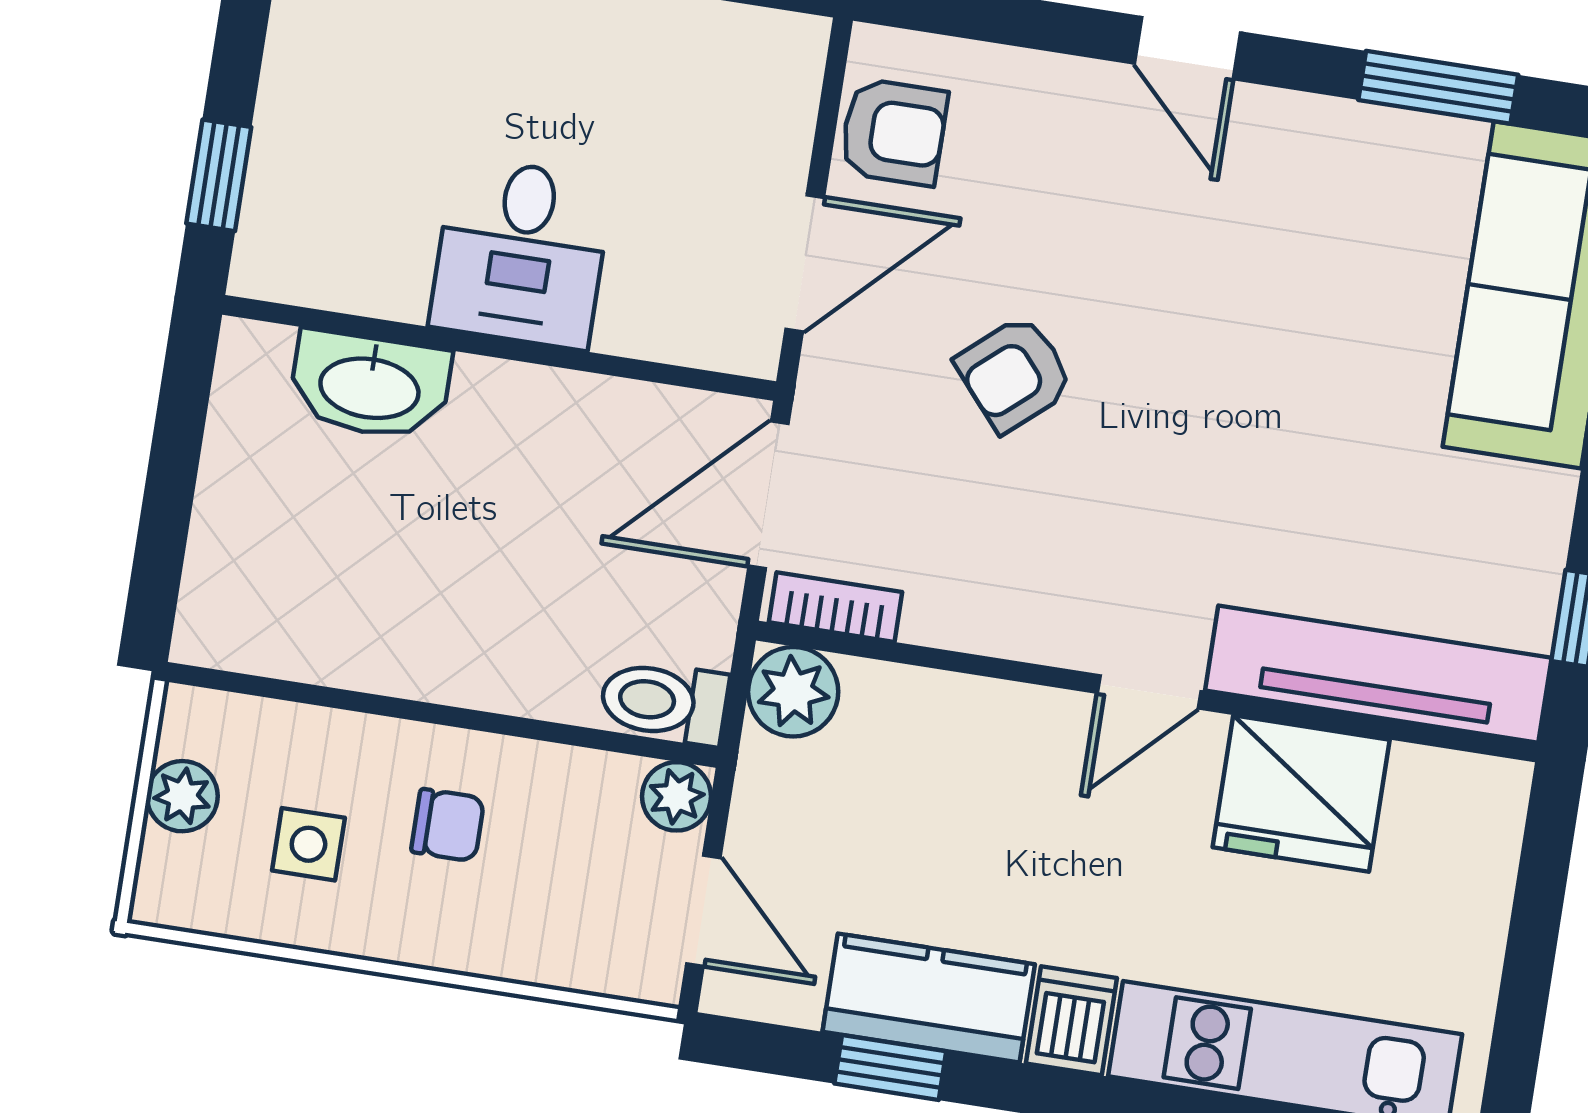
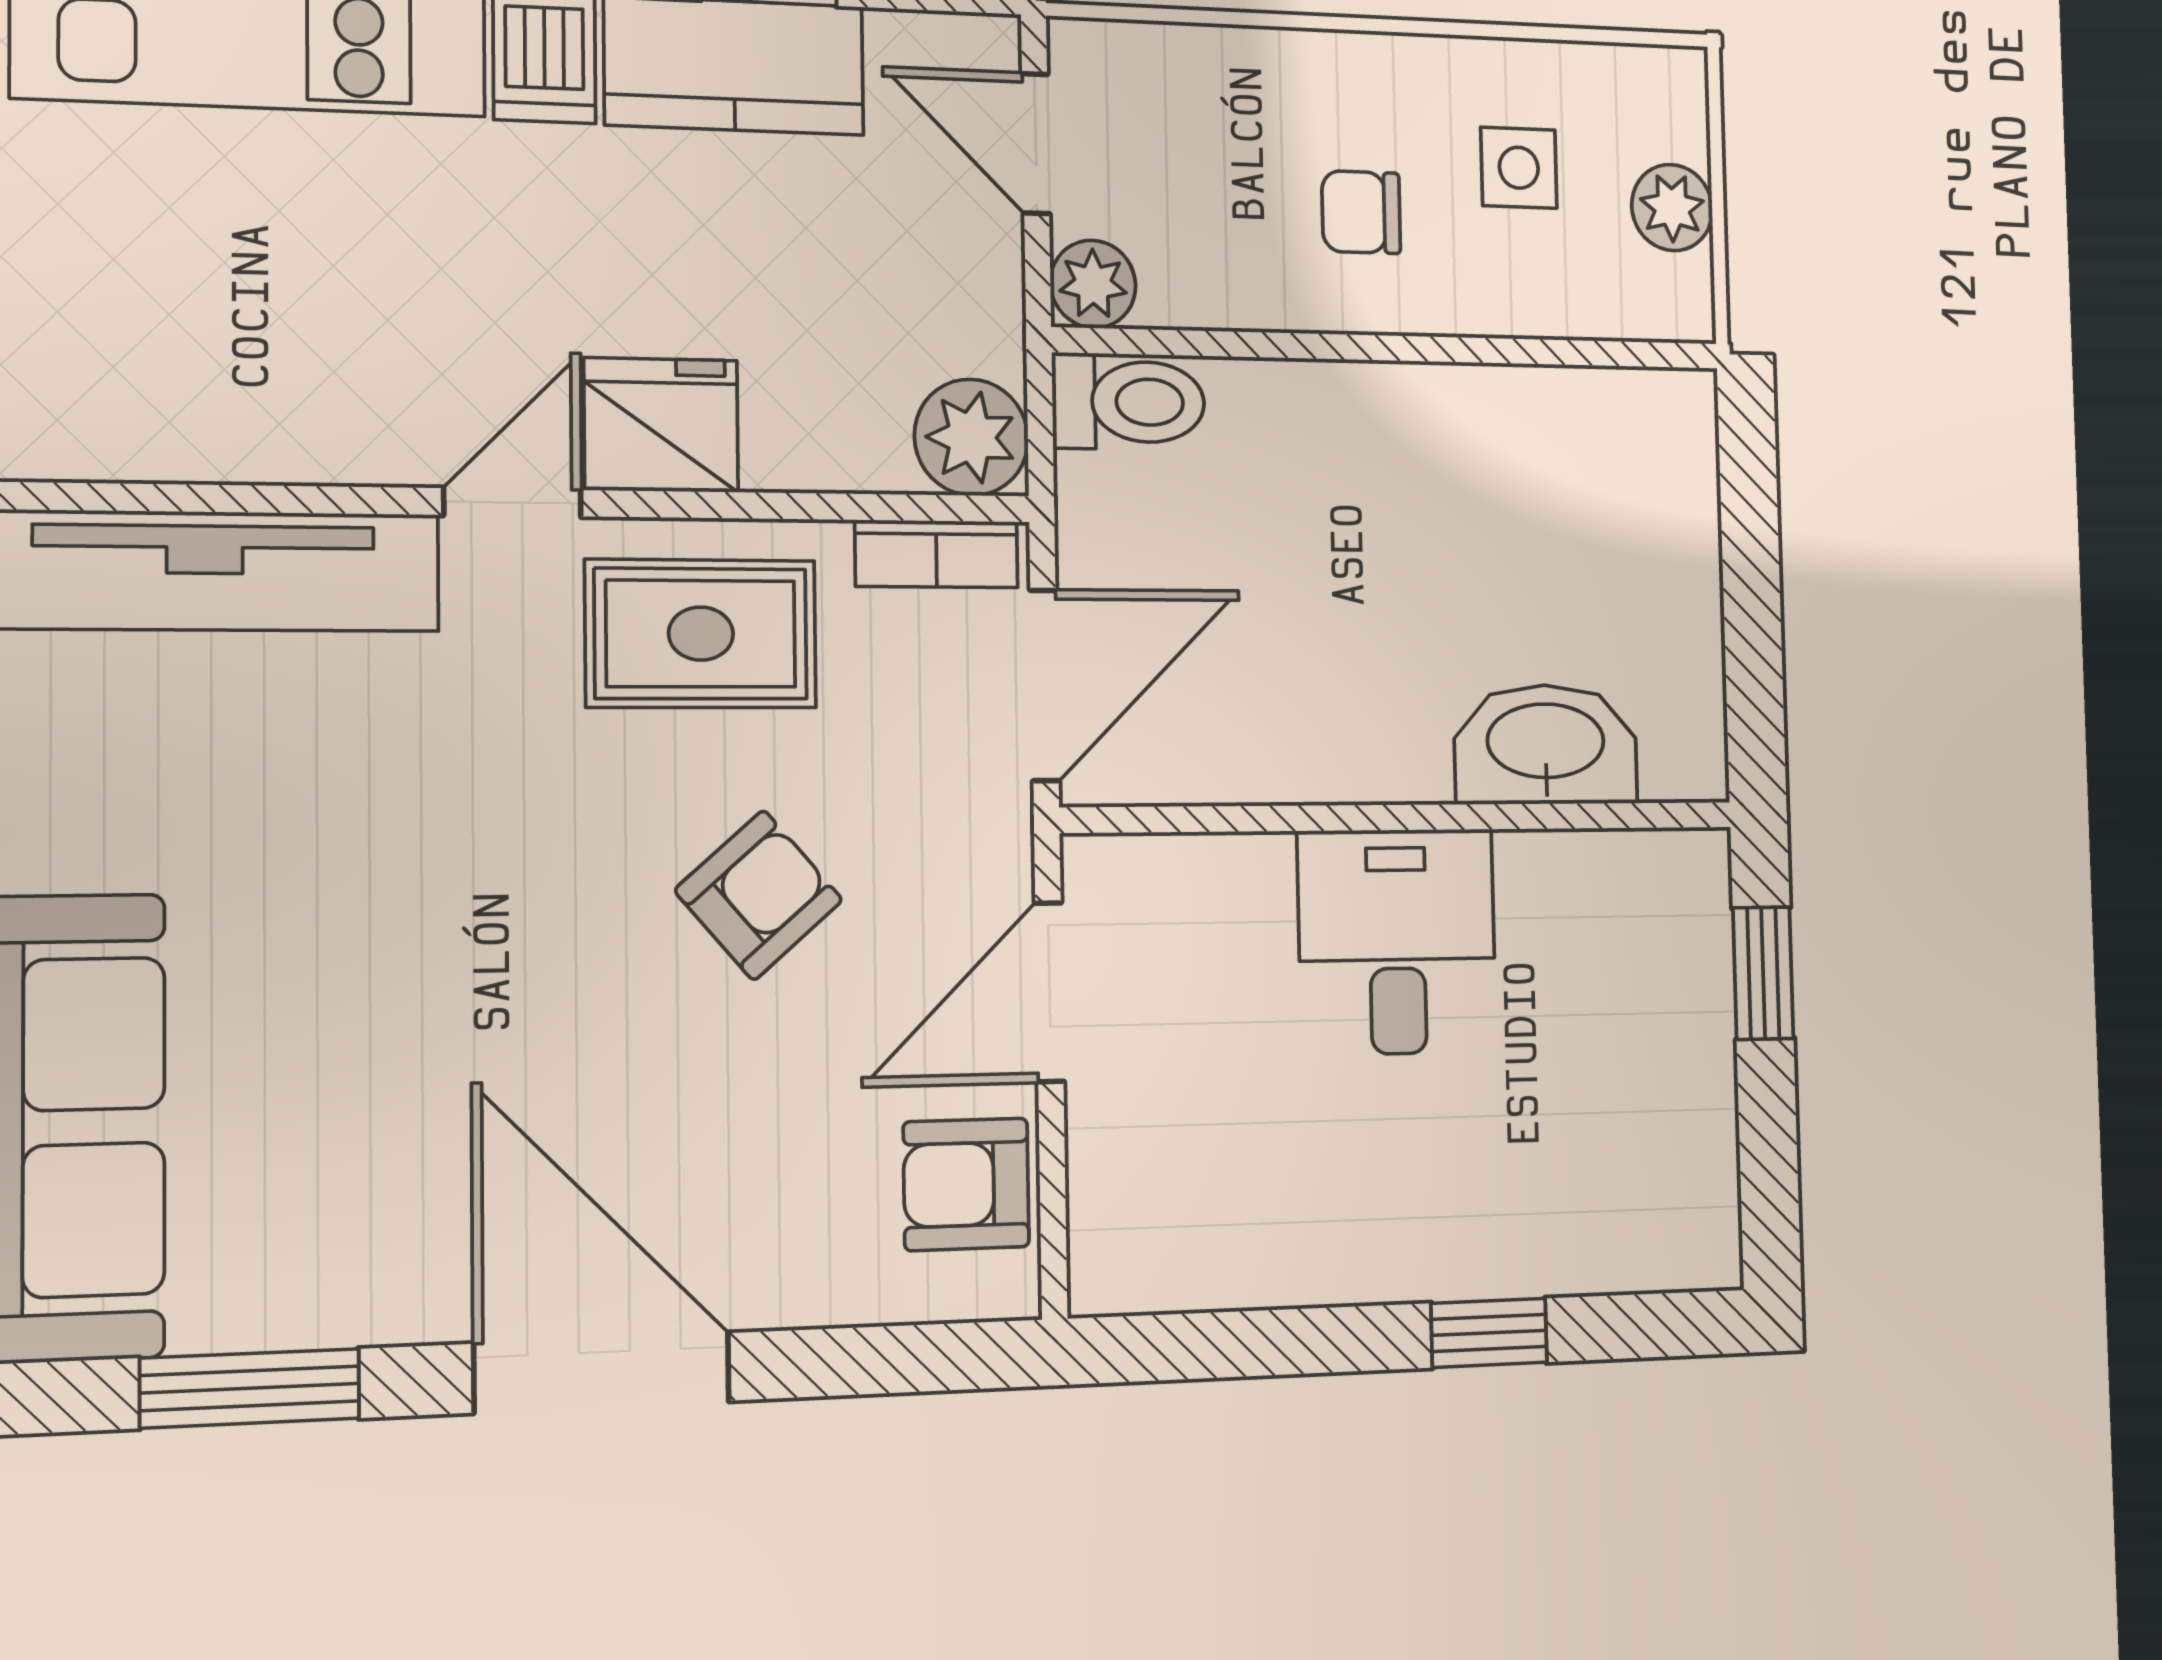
door: (1187, 48) -> (602, 1373), width x1.87
rug: (1025, 574) -> (701, 634), added
fridge: (1301, 794) -> (661, 425), moved, width x0.73, depth x0.75

